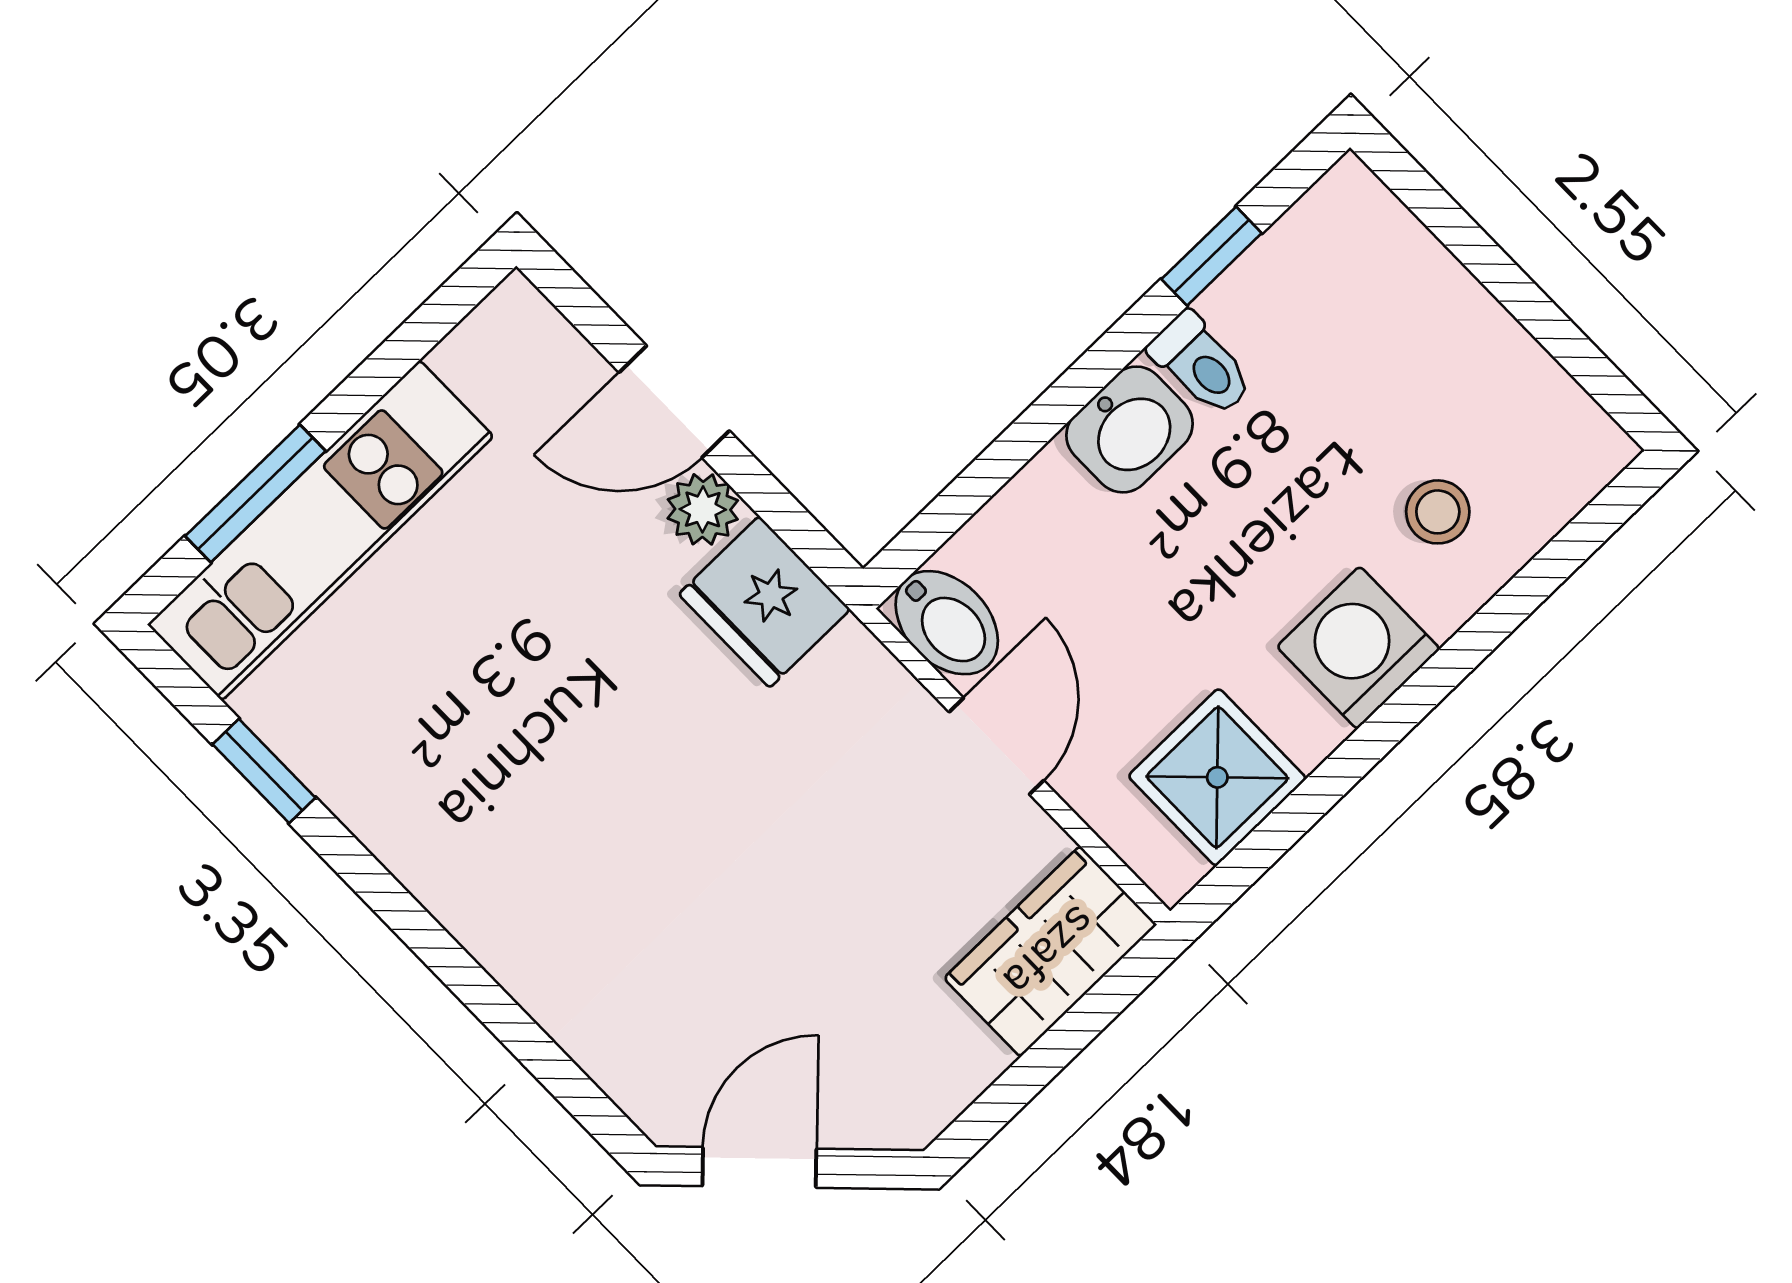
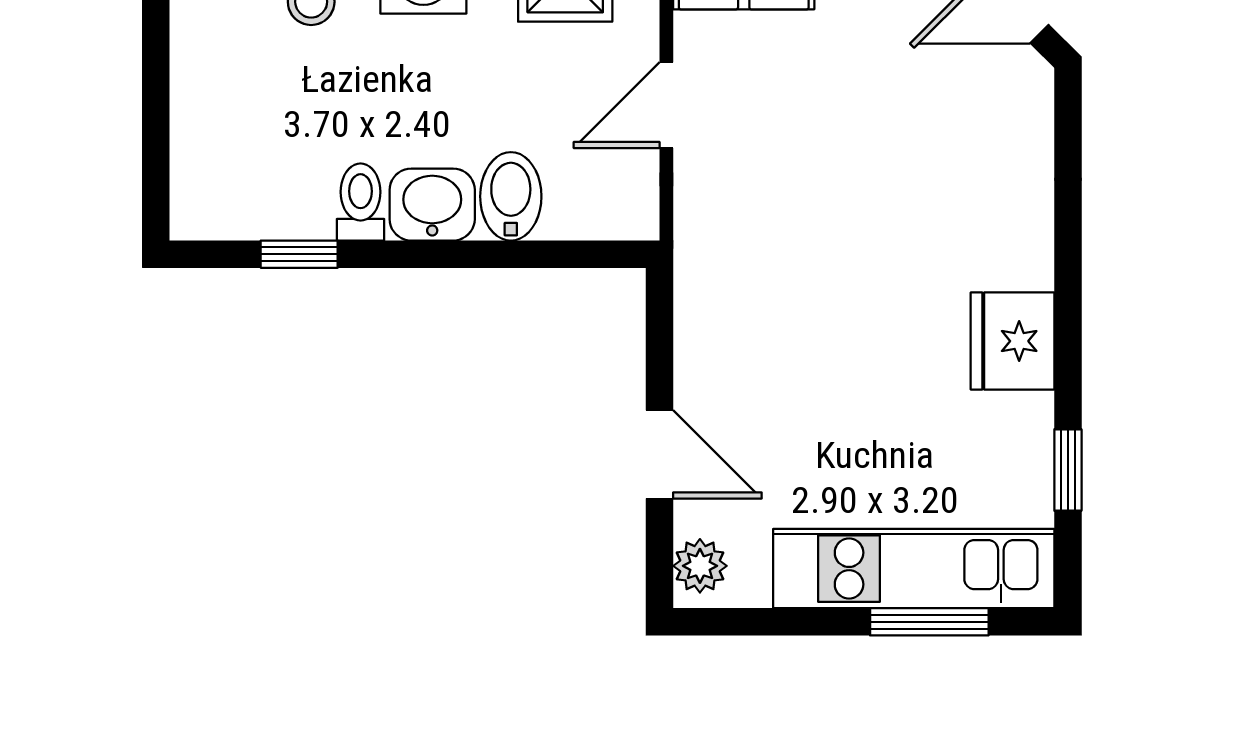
plant: (703, 509) -> (700, 566), moved
fridge: (764, 602) -> (1012, 341), moved, turned 180
bidet: (947, 623) -> (511, 196), moved

